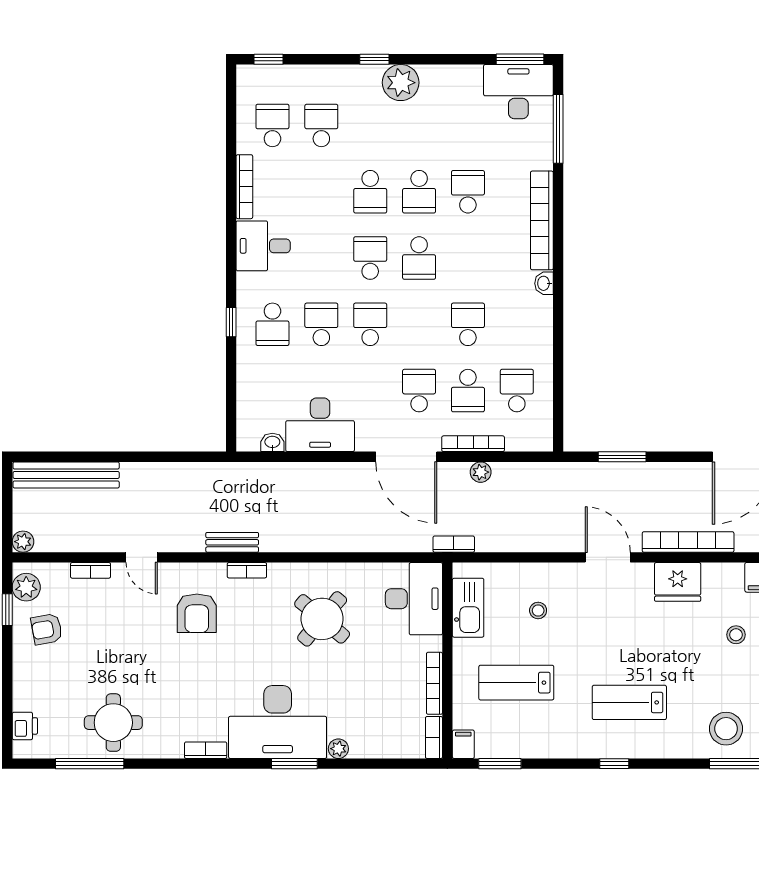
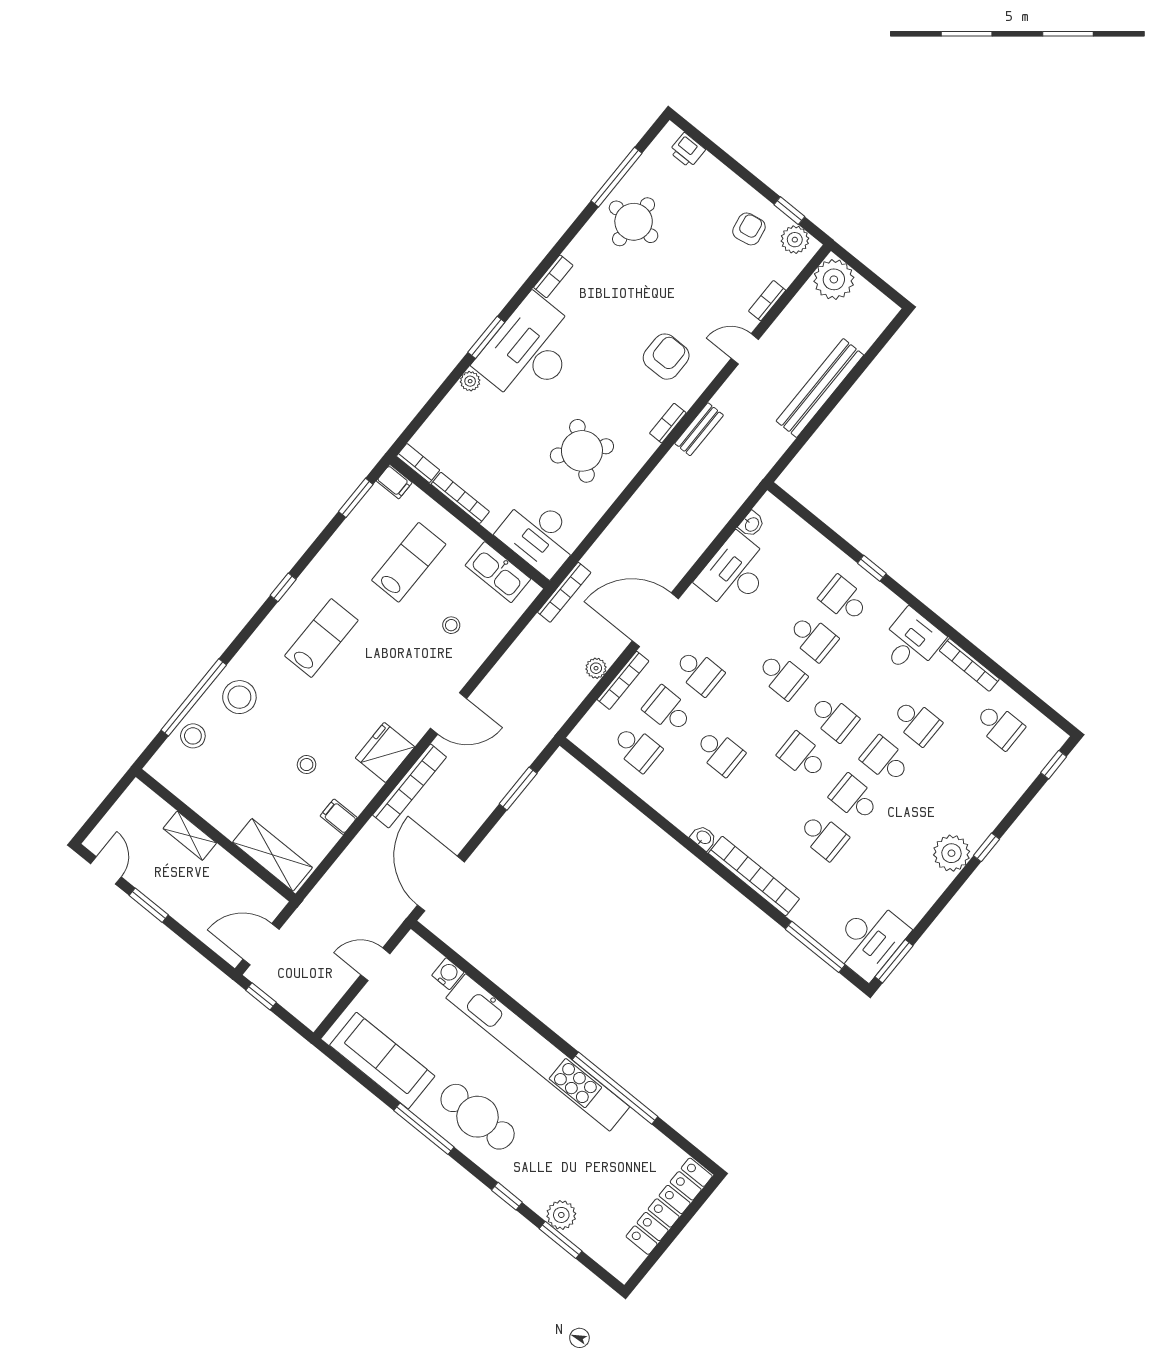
school desk: (321, 125) -> (916, 722), moved
bench: (66, 475) -> (820, 388), moved
plant: (23, 542) -> (834, 279), width x1.88, depth x1.88
bookcase: (454, 544) -> (564, 592), width x1.56
armchair: (197, 613) -> (666, 357), turned 90

